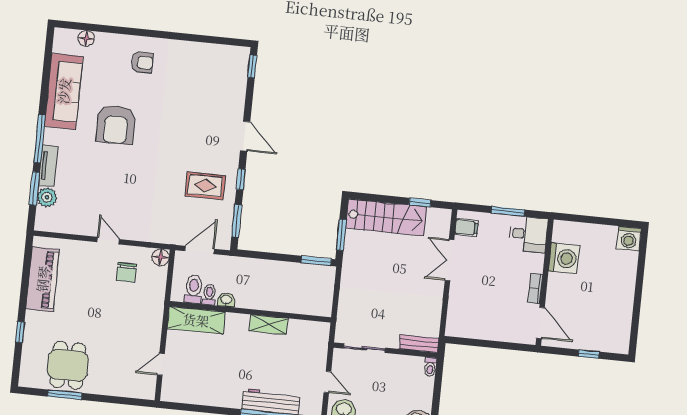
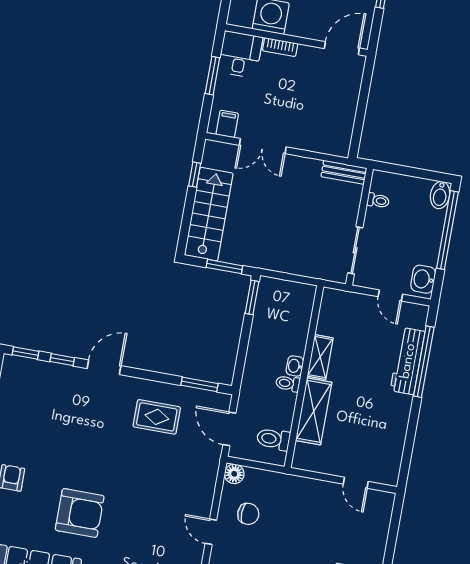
window: (241, 179) -> (62, 360), moved
rug: (205, 186) -> (157, 417), turned 90
door: (108, 241) -> (211, 532), hinge flipped
bookcase: (535, 288) -> (280, 47), moved
toilet: (209, 295) -> (288, 383), moved
washbasin: (226, 300) -> (295, 366), moved
shelving: (196, 320) -> (314, 411), moved
bench: (419, 344) -> (344, 172), moved, turned 90
toilet: (430, 367) -> (378, 201), moved
door: (327, 382) -> (390, 295), swing flipped

